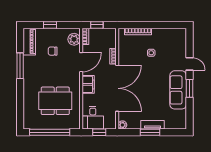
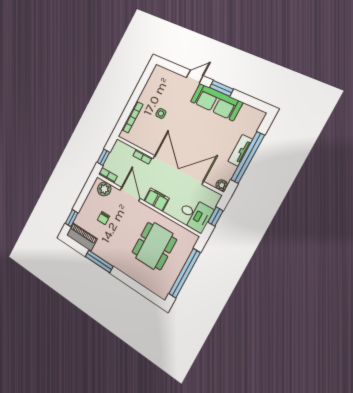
window: (50, 25) -> (72, 218), moved
window: (150, 132) -> (248, 157), width x2.11

